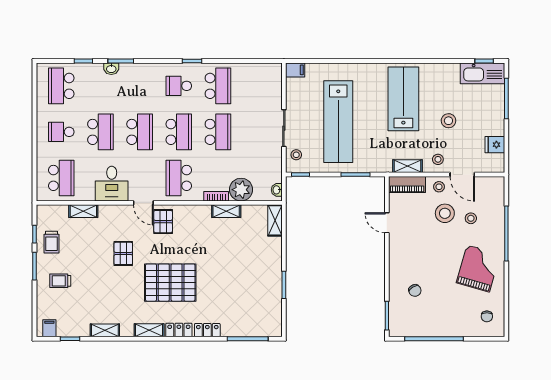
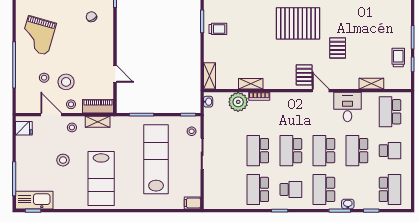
fridge: (495, 145) -> (24, 128), moved
school desk: (179, 178) -> (324, 189), moved, turned 180
trolley: (60, 281) -> (218, 29), moved

